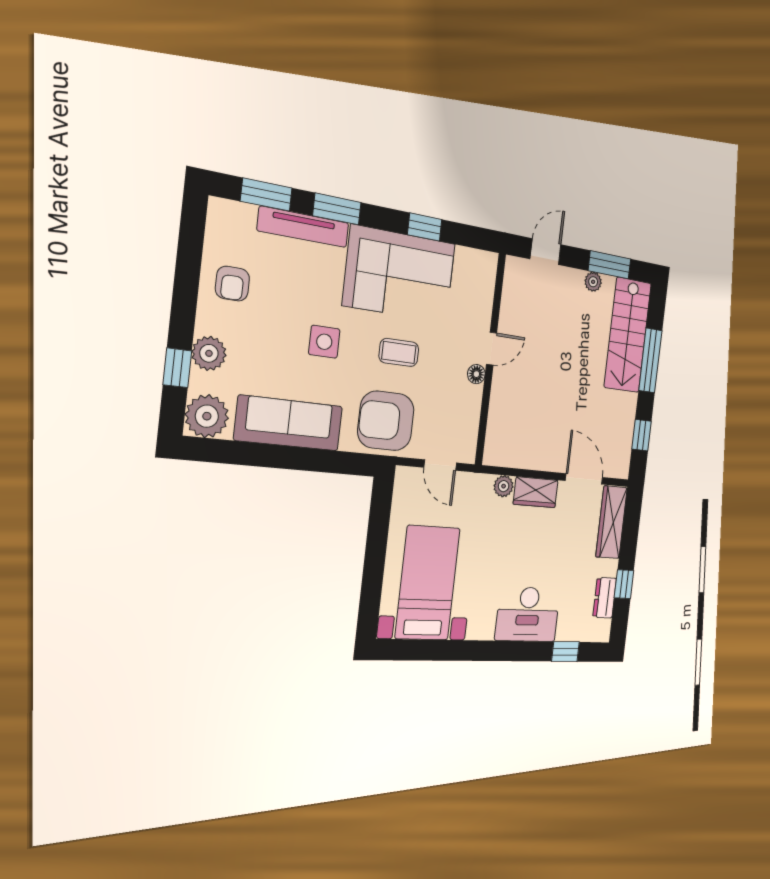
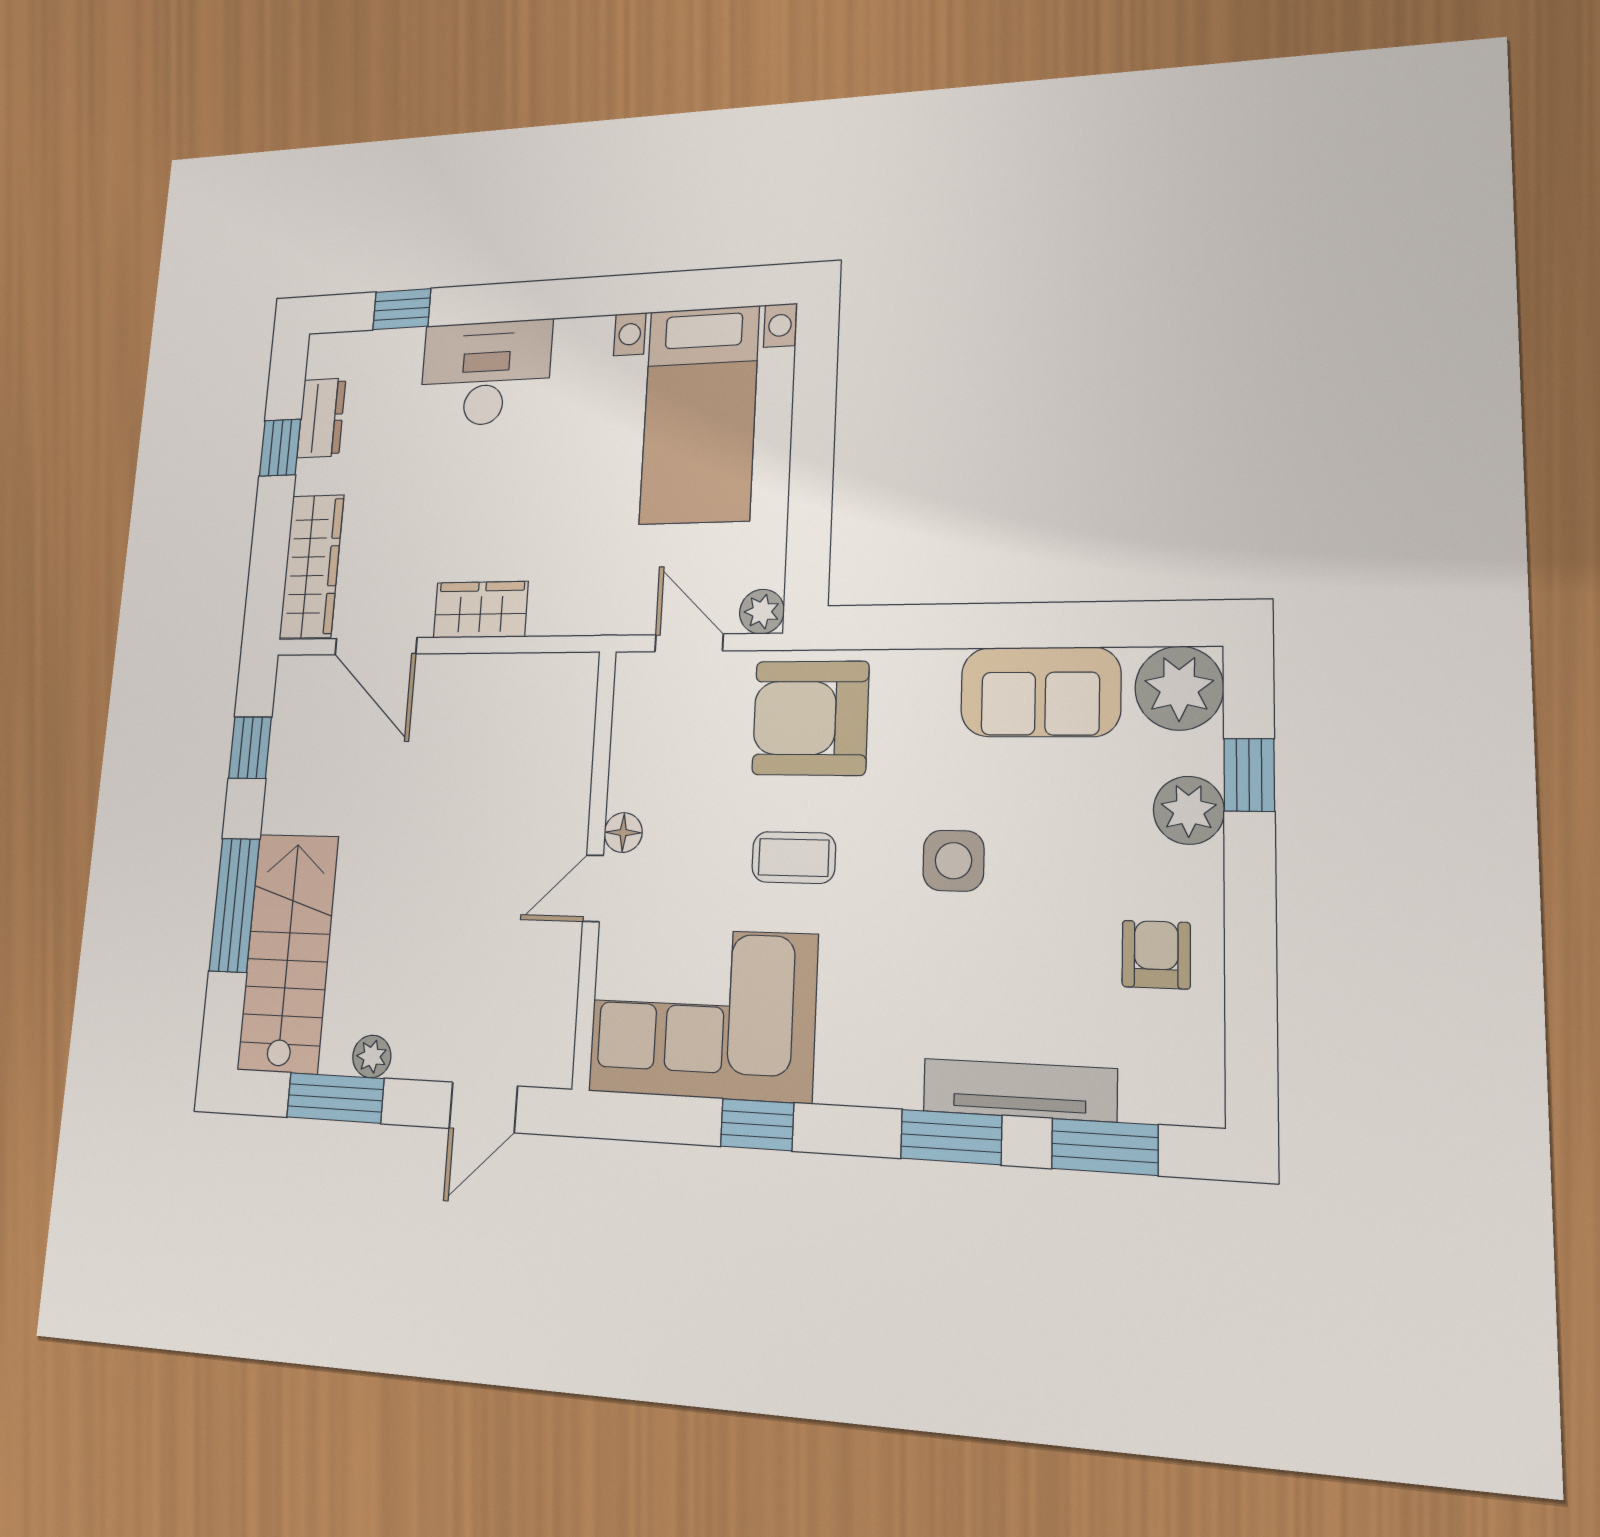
corner sofa: (399, 274) -> (703, 1013), moved
armchair: (386, 421) -> (810, 718), turned 180
sofa: (289, 423) -> (1040, 692), width x0.73
plant: (504, 486) -> (762, 612), moved

